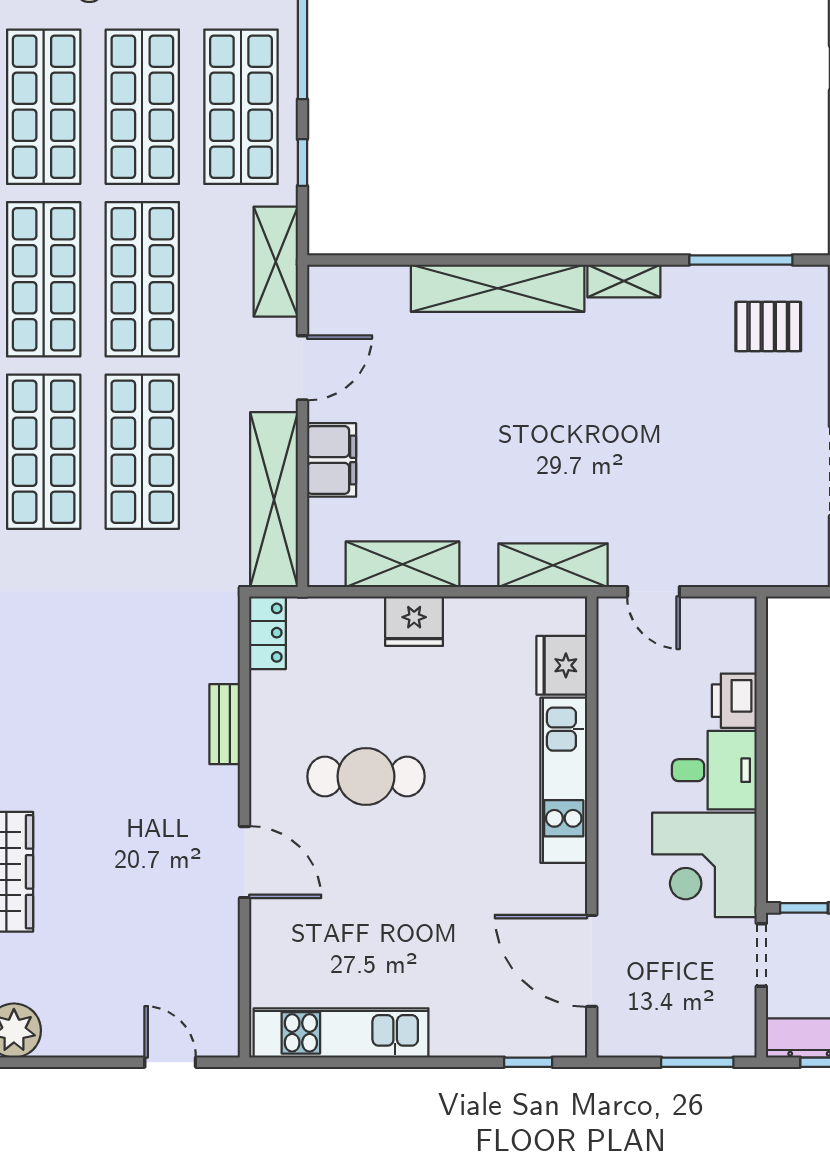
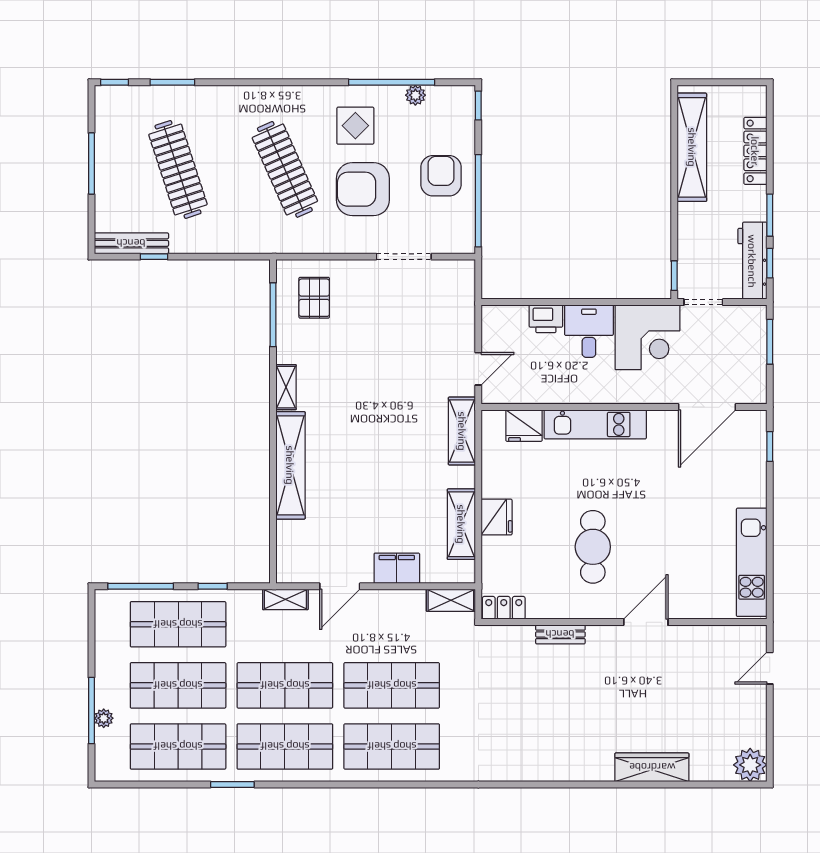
shelving: (276, 262) -> (285, 599), width x0.67, depth x0.75
door: (302, 368) -> (340, 586), swing flipped
shelving: (274, 500) -> (451, 600), width x0.45, depth x0.75

